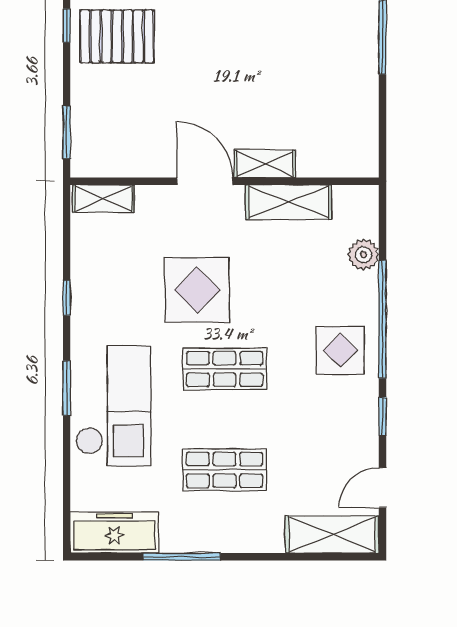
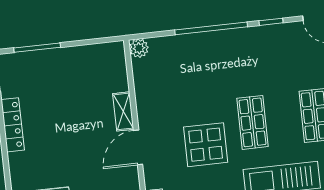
shelving: (289, 202) -> (145, 94), removed
plant: (363, 255) -> (139, 48), moved
display table: (340, 350) -> (233, 52), removed

